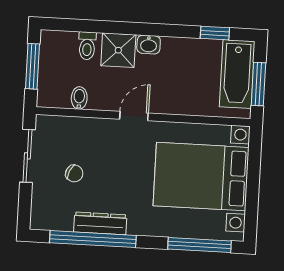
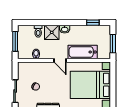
bathtub: (237, 74) -> (83, 52), moved, turned 90
door: (134, 116) -> (60, 60), swing flipped
sliding door: (27, 156) -> (15, 91), moved

